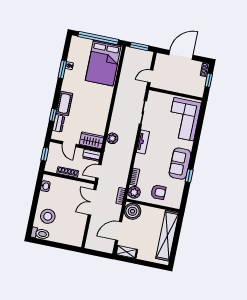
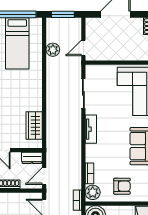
bed: (103, 63) -> (17, 43), width x0.67
plant: (112, 138) -> (53, 50), moved
wardrobe: (92, 140) -> (34, 126), moved, turned -90

